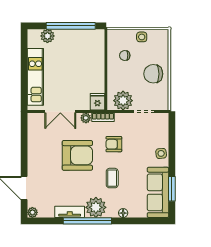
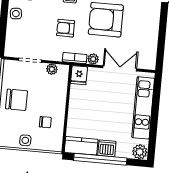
plant: (47, 36) -> (140, 152), moved
dishwasher: (66, 36) -> (107, 148), added
kitchen counter: (90, 37) -> (81, 146), added
plant: (123, 101) -> (52, 69), width x0.53, depth x0.53
armchair: (114, 144) -> (66, 28), turned 180

